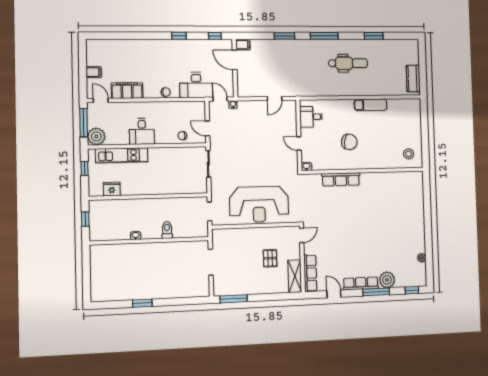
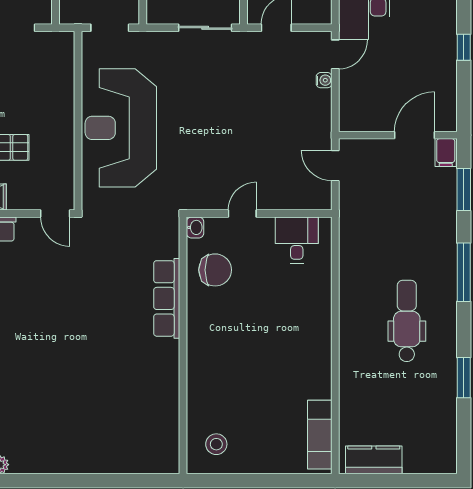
filing cabinet: (243, 45) -> (446, 153), moved
door: (235, 60) -> (415, 135), moved
dental chair: (348, 63) -> (407, 321), turned 180
wall: (235, 68) -> (398, 135), moved
exam couch: (370, 105) -> (320, 435), moved
chair: (349, 142) -> (215, 270), moved, turned -100

